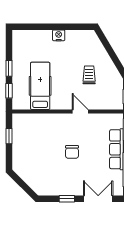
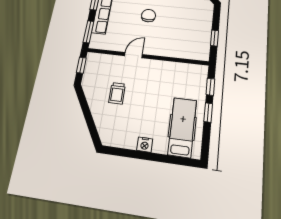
hospital bed: (40, 86) -> (182, 127), moved, turned 180
door: (80, 111) -> (133, 55), swing flipped

